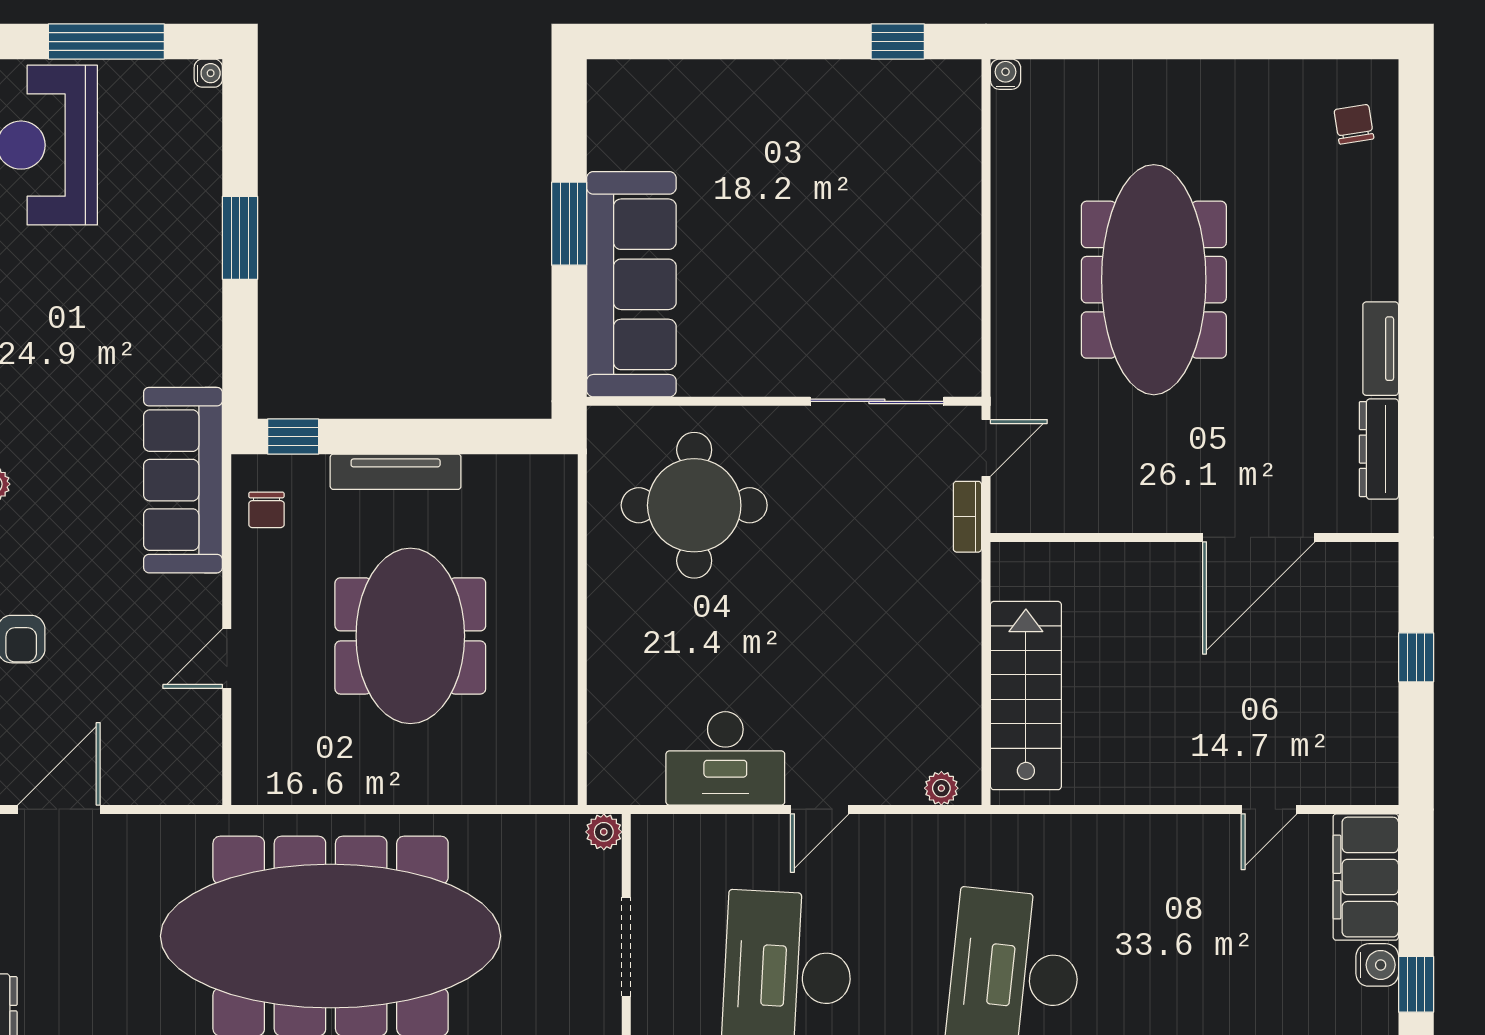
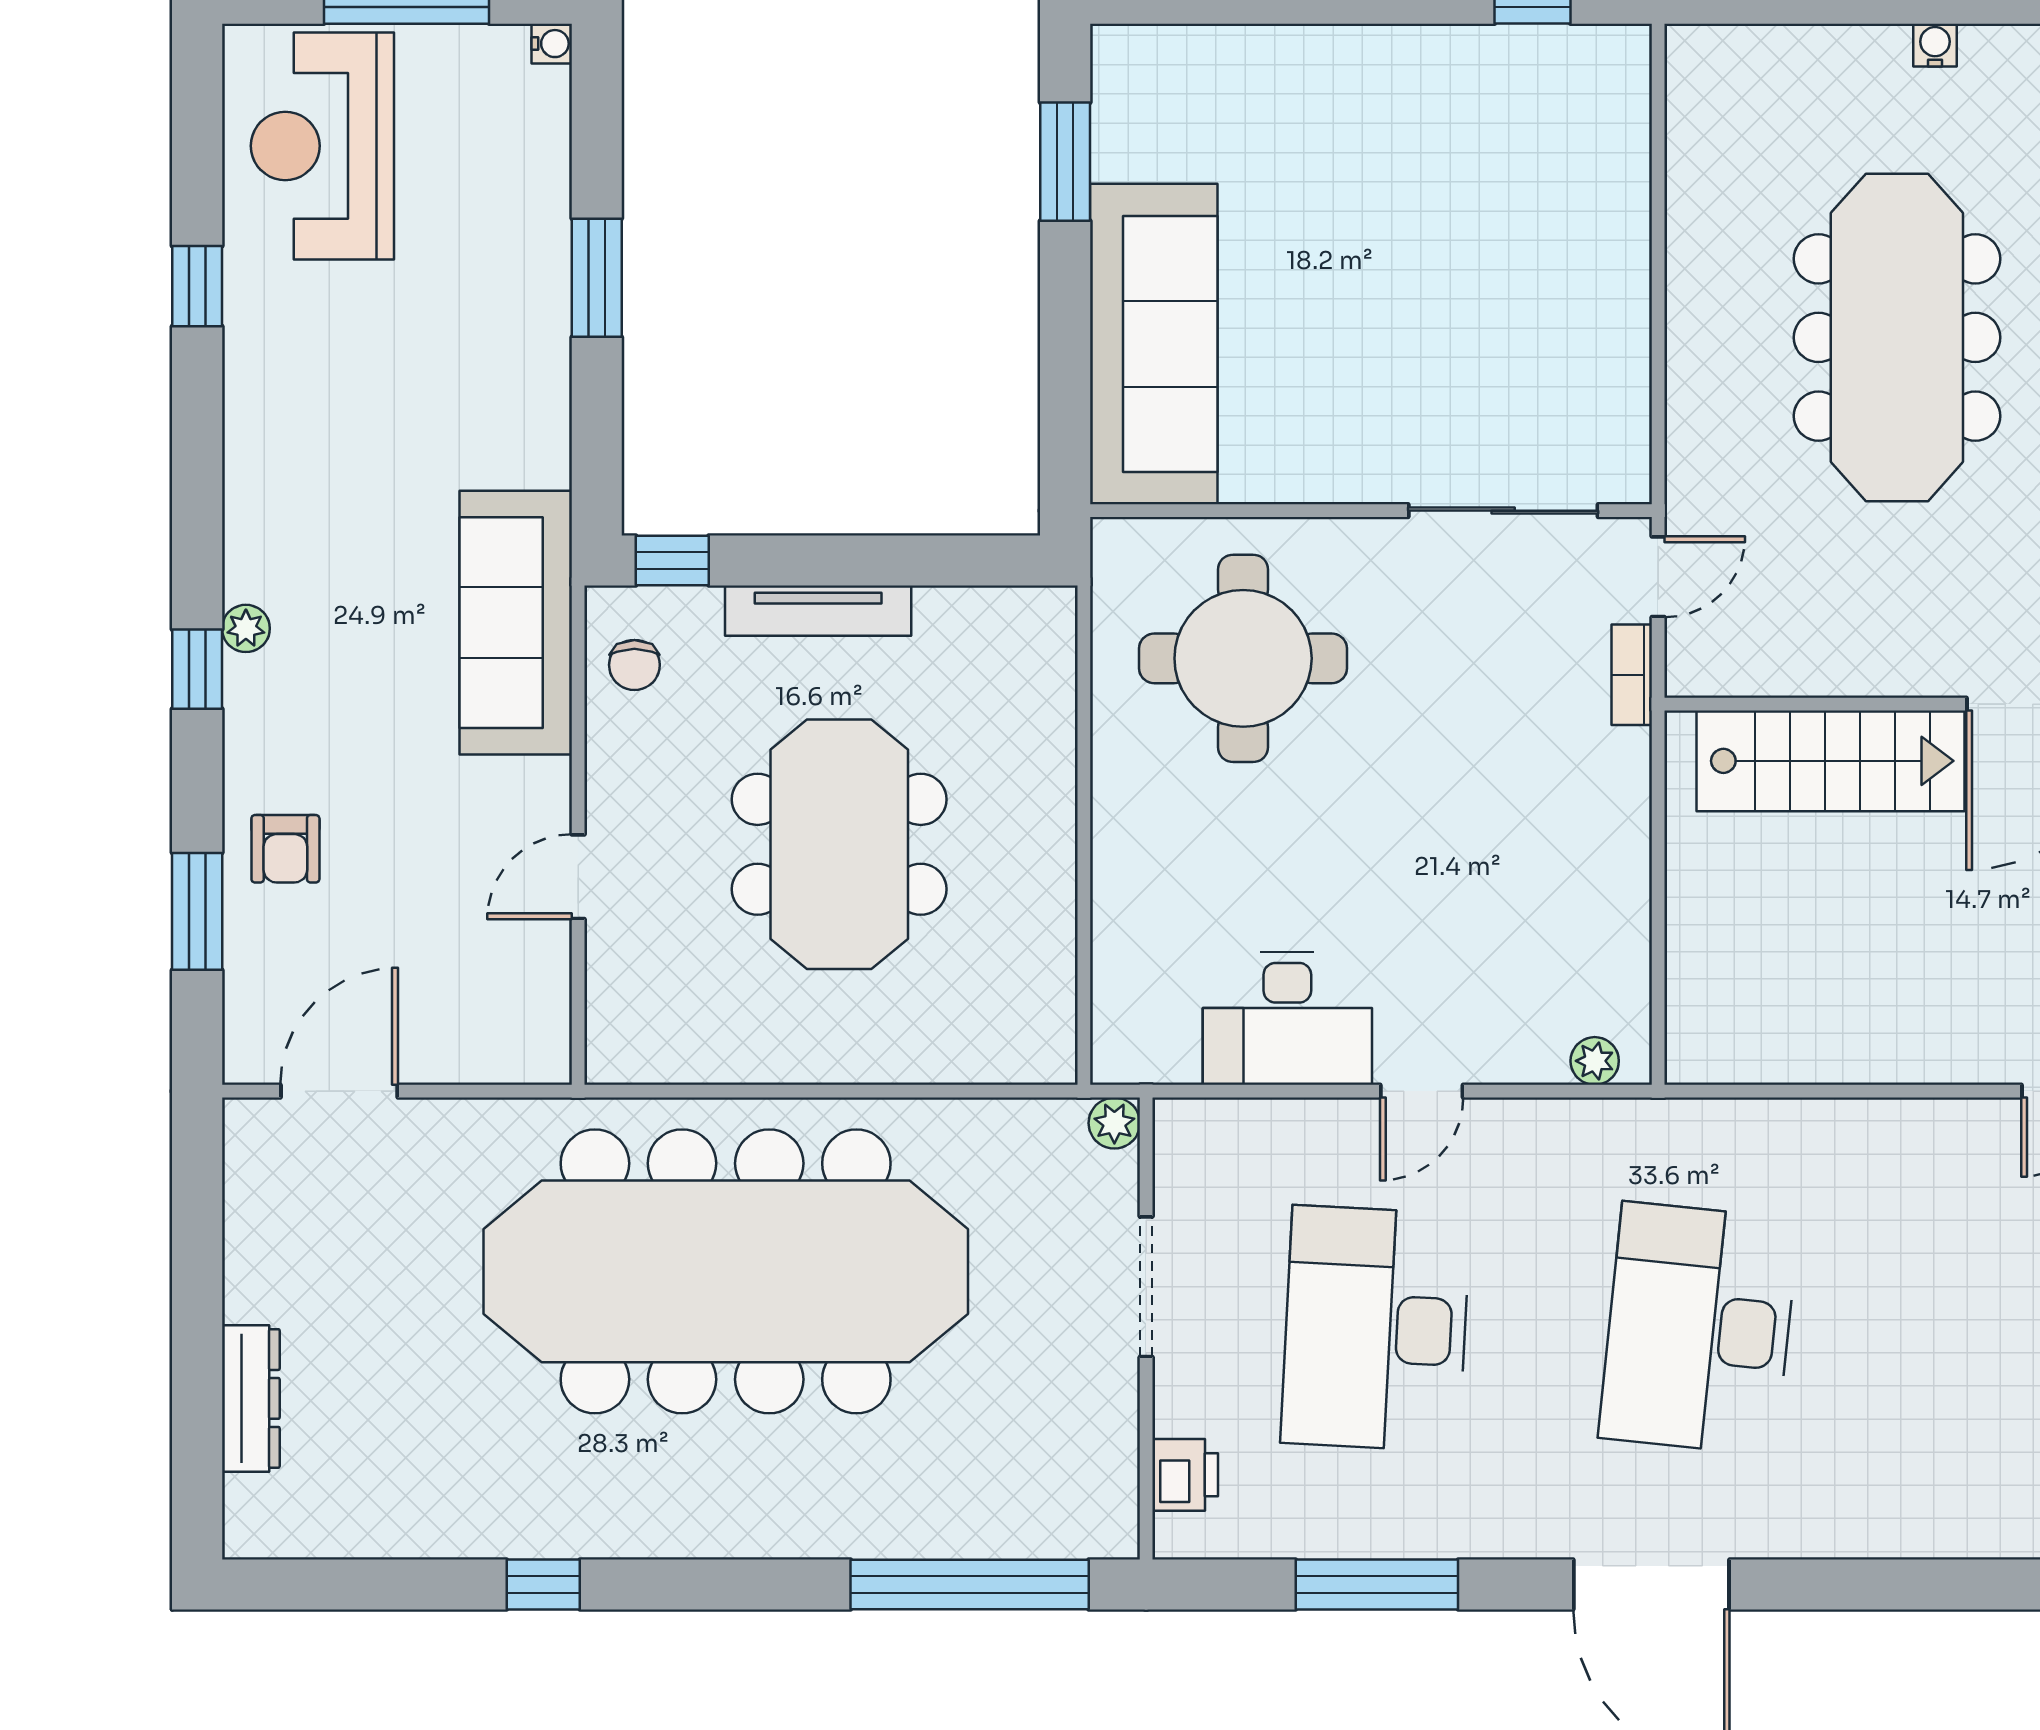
water cooler: (1006, 74) -> (1935, 45), moved
window: (569, 224) -> (1065, 162), moved
stairs: (1026, 696) -> (1830, 761), moved, turned 90

